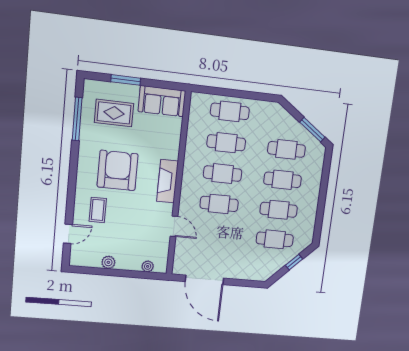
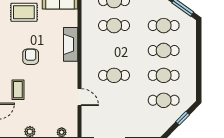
armchair: (118, 170) -> (31, 57), width x0.53, depth x0.53
cafe table: (223, 174) -> (114, 50), removed
fireplace: (168, 181) -> (71, 44), moved

